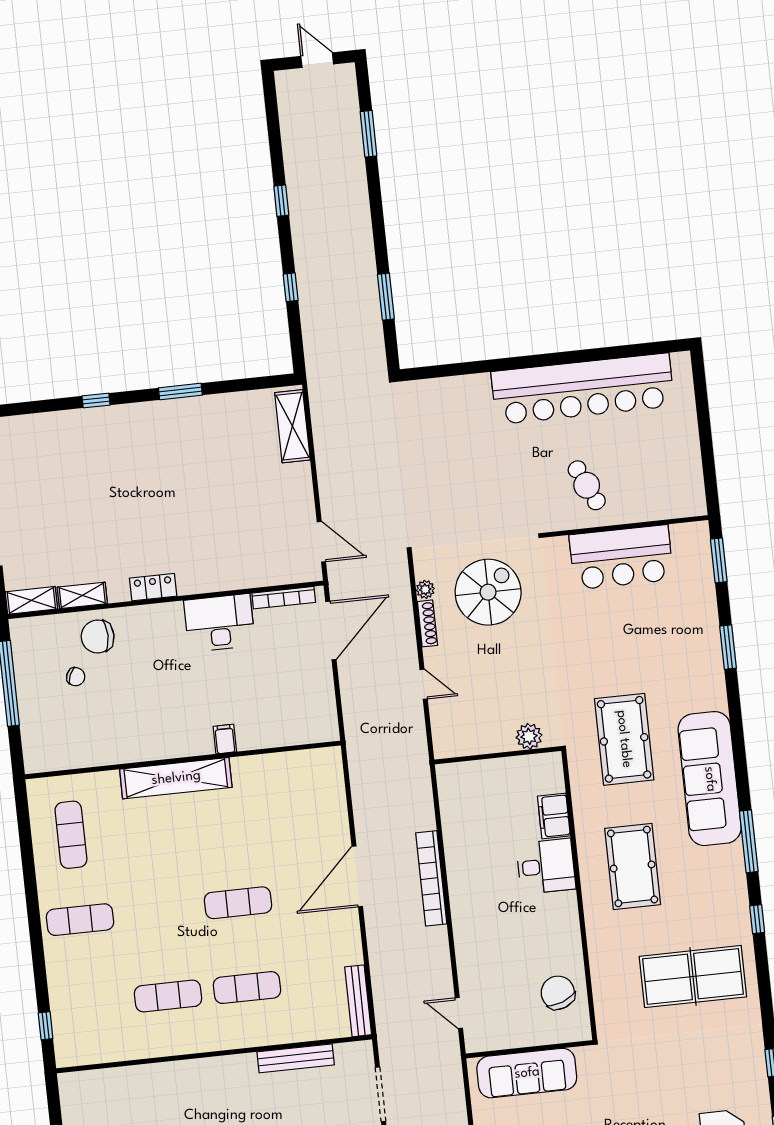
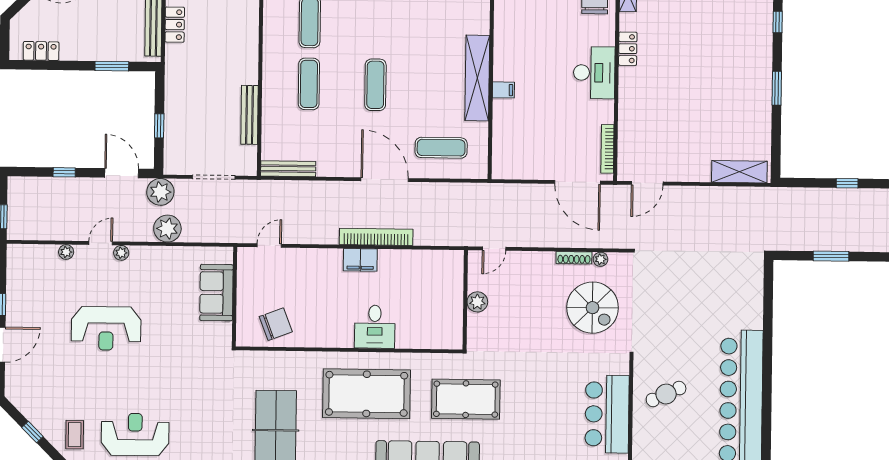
desk: (219, 623) -> (594, 73), moved
door: (424, 684) -> (494, 249), moved
plant: (529, 736) -> (477, 302), moved
shelving: (176, 778) -> (477, 78), moved
exercise mat: (308, 809) -> (441, 148), added
filing cabinet: (554, 816) -> (360, 260), moved, turned 180
pool table: (633, 866) -> (367, 394), width x1.36, depth x1.32
sofa: (527, 1073) -> (216, 293), width x0.73

